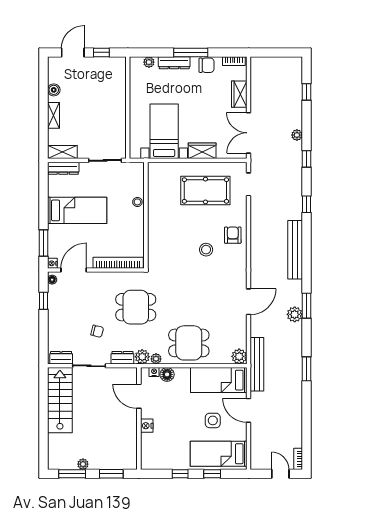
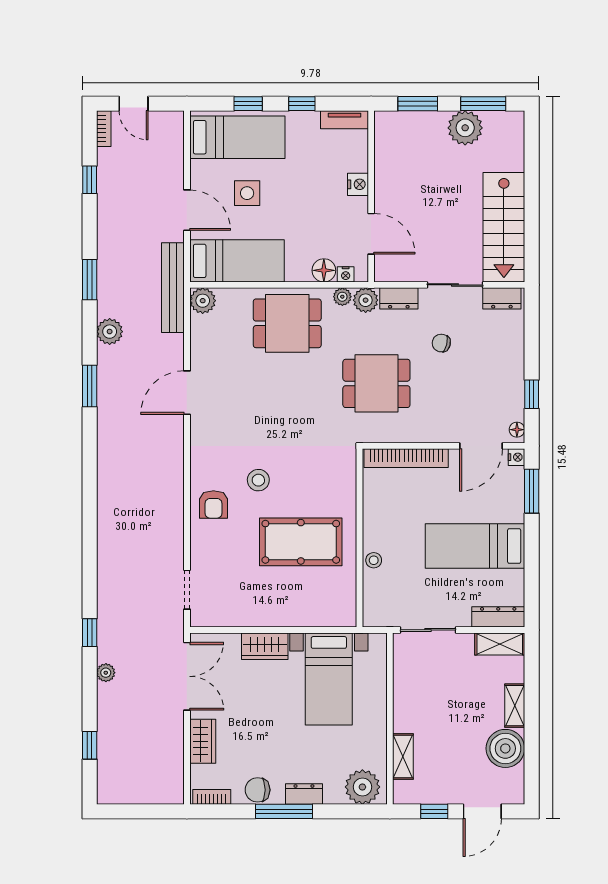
plant: (149, 62) -> (362, 787), width x1.87, depth x1.87
dresser: (174, 63) -> (304, 794), width x0.70
shelving: (120, 85) -> (403, 757), added
boiler: (54, 90) -> (505, 748), width x1.86, depth x1.86
pool table: (205, 191) -> (301, 542), moved
window: (307, 204) -> (90, 180), moved
bench: (295, 250) -> (109, 480), removed
plant: (295, 314) -> (110, 332), moved
plant: (83, 464) -> (465, 128), width x1.87, depth x1.87
tv unit: (155, 464) -> (345, 120), added

